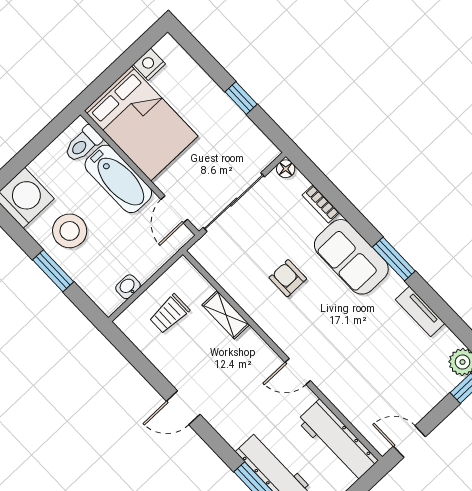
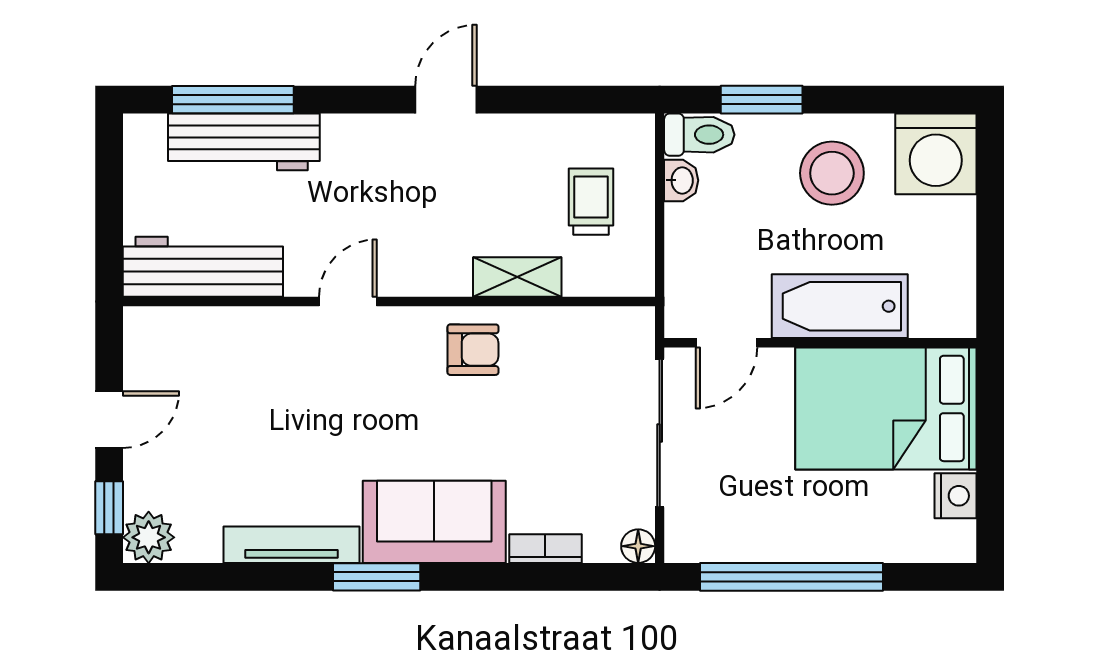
window: (241, 98) -> (791, 577), width x3.17
toilet: (83, 144) -> (699, 135), moved, turned 90
door: (174, 209) -> (727, 343), swing flipped
window: (53, 271) -> (762, 100), moved
armchair: (288, 278) -> (473, 350), moved
tv unit: (420, 311) -> (291, 545), width x1.41
door: (409, 442) -> (109, 420), moved

